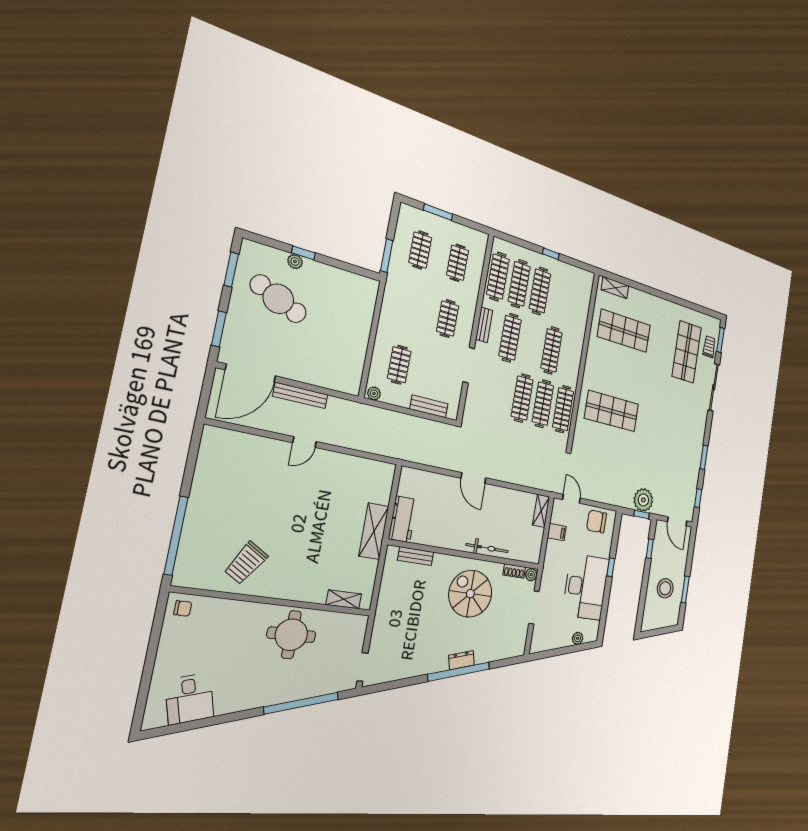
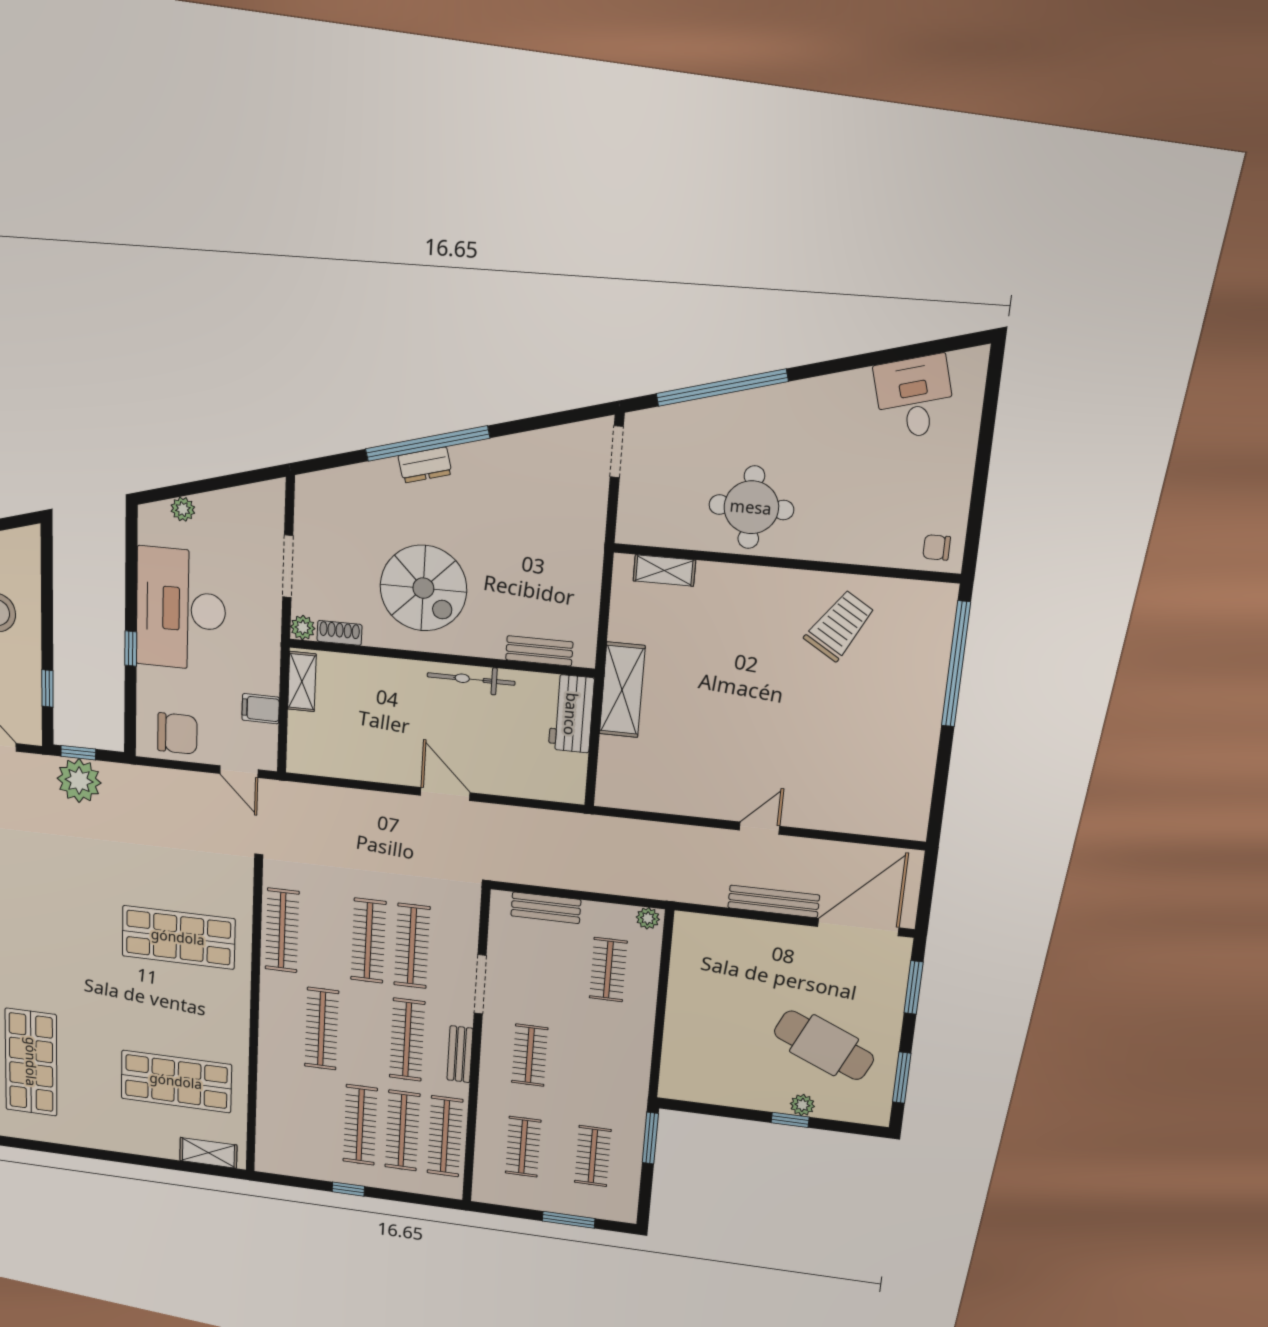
clothes rail: (543, 404) -> (412, 946), moved
shelving: (541, 511) -> (302, 682), moved
bicycle: (487, 548) -> (471, 679), moved

